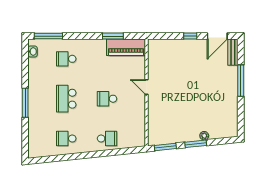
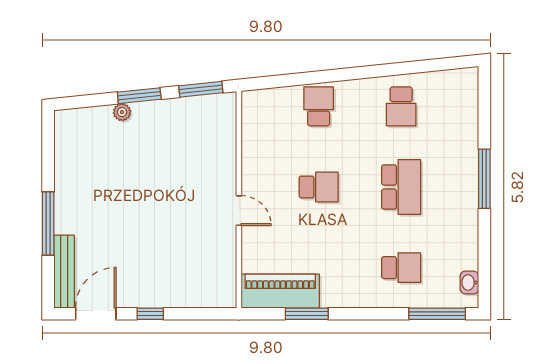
bench: (233, 52) -> (64, 272), width x1.36
school desk: (66, 139) -> (401, 106), turned 90
school desk: (107, 139) -> (319, 106), turned 90

